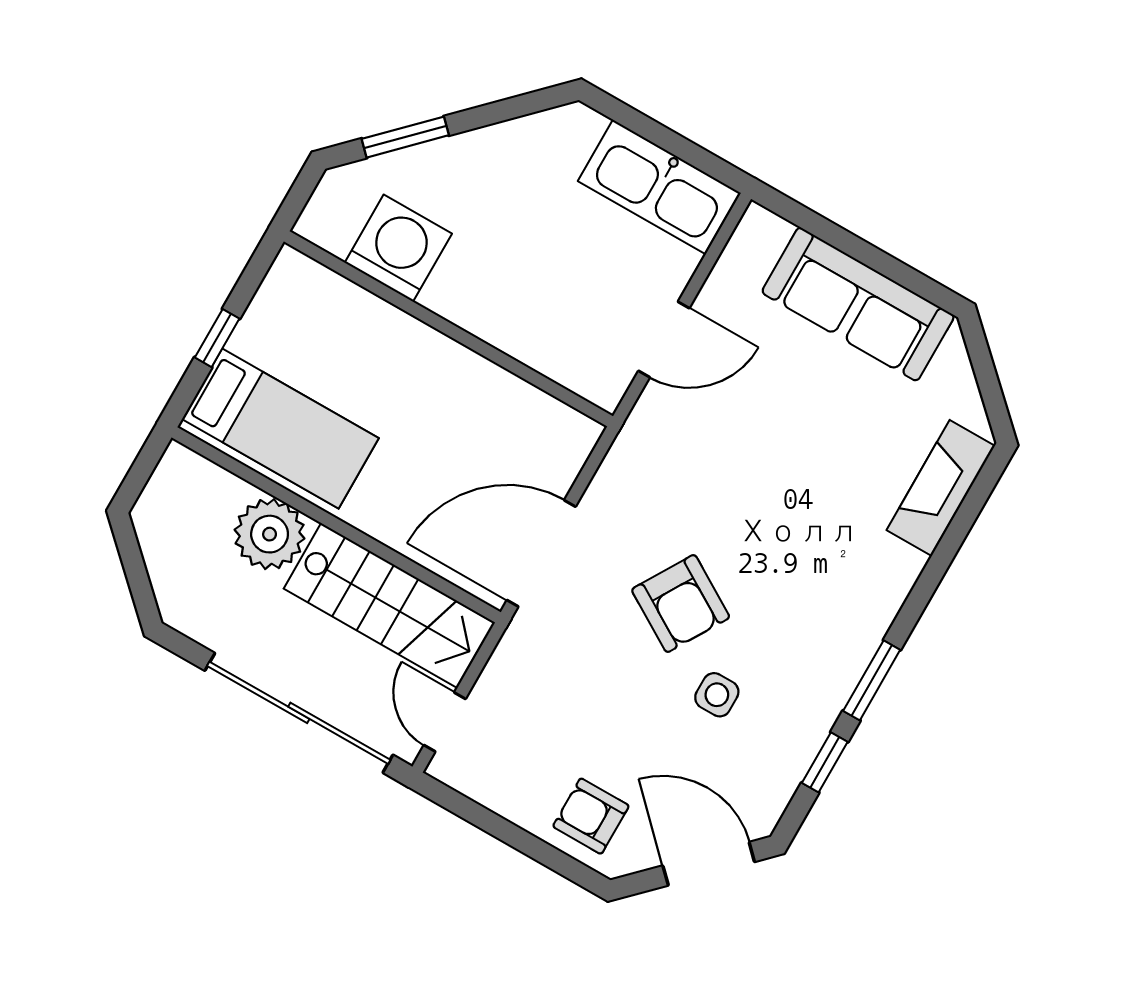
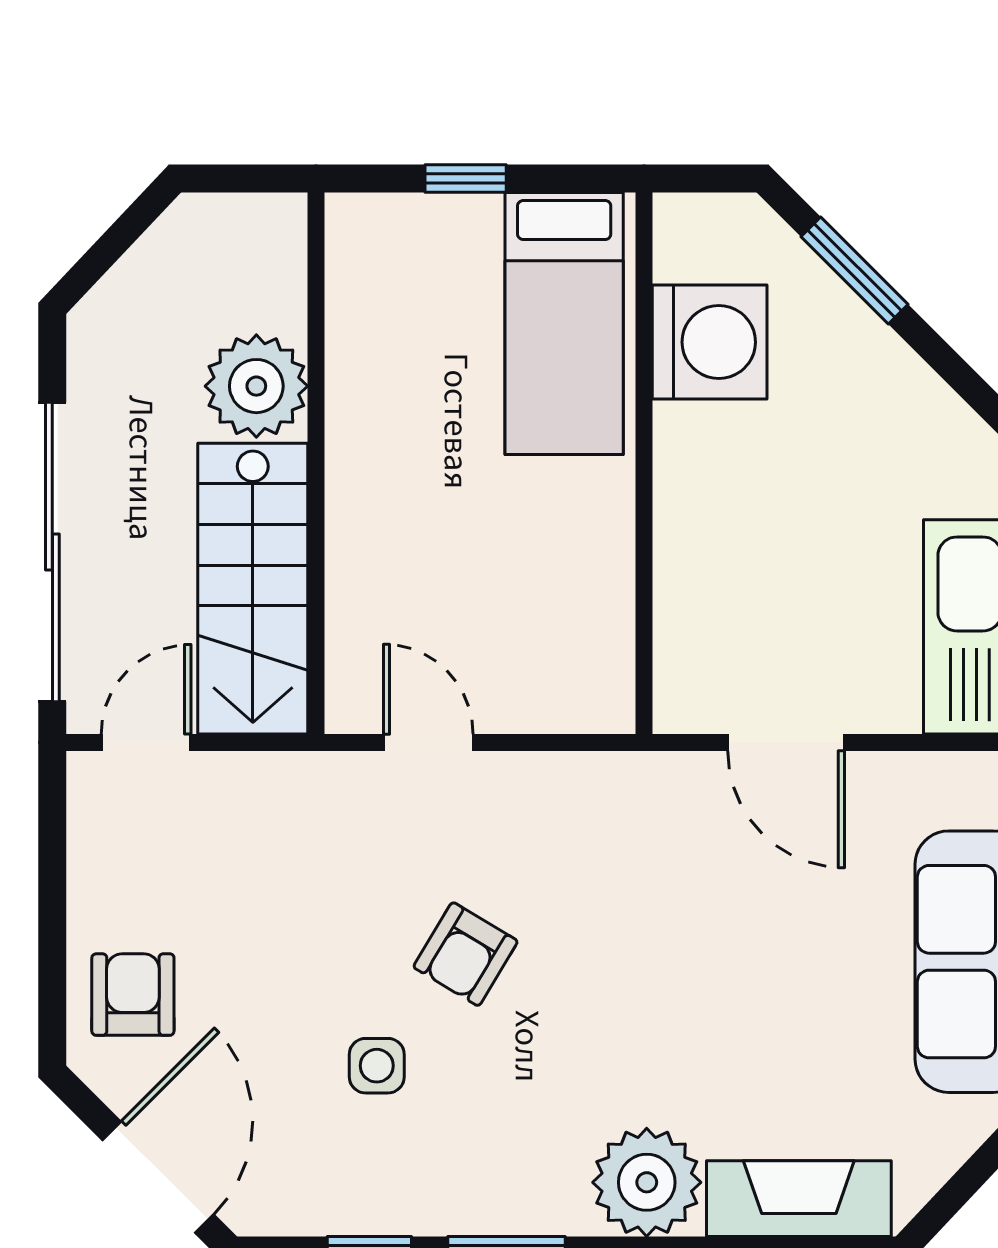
bed: (280, 429) -> (564, 324), moved
door: (541, 553) -> (428, 742), width x0.53
plant: (879, 573) -> (647, 1182), added
armchair: (681, 603) -> (466, 954), width x0.72, depth x0.72

